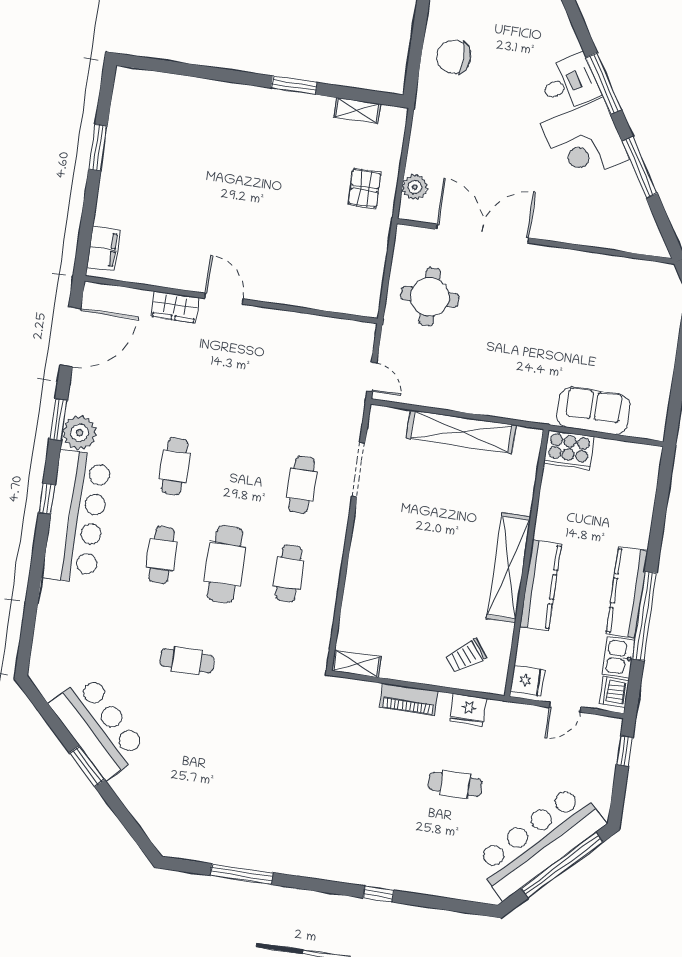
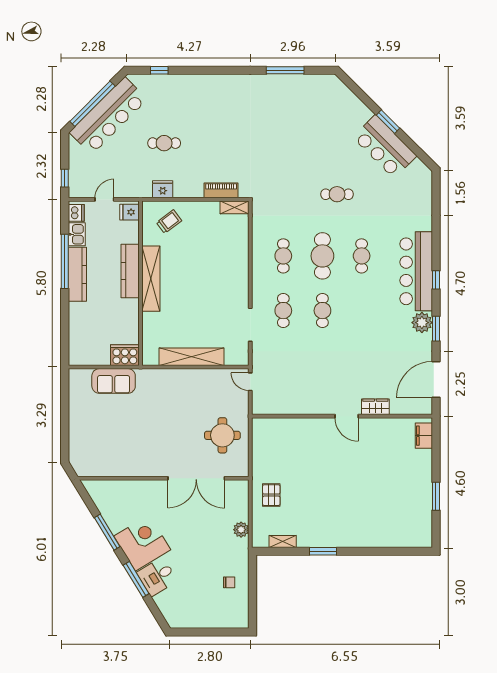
chair: (454, 57) -> (229, 582), width x0.54, depth x0.54
plant: (415, 187) -> (241, 530), moved
cafe table: (175, 466) -> (322, 311), moved
piano: (409, 699) -> (221, 190), moved
window: (378, 894) -> (159, 70), moved

